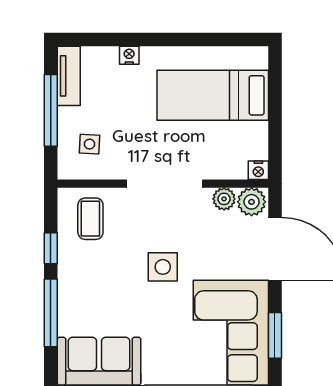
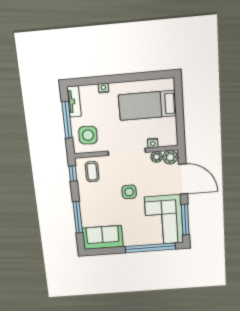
side table: (90, 144) -> (88, 135), width x1.87, depth x1.87
nightstand: (258, 170) -> (153, 143), moved
window: (51, 248) -> (73, 173), moved
window: (275, 335) -> (185, 220), width x1.44

